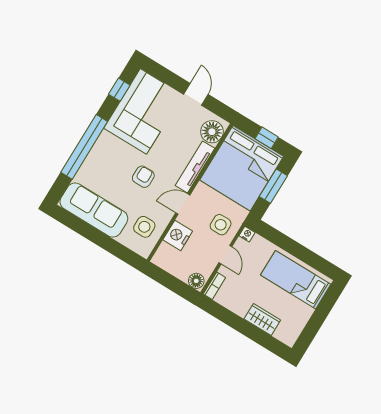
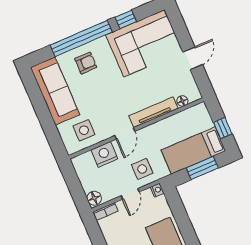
window: (119, 90) -> (126, 19), moved
floor lamp: (212, 132) -> (182, 101), width x0.53, depth x0.53
bed: (242, 168) -> (193, 151), width x0.49
armchair: (143, 177) -> (86, 63), moved
door: (183, 204) -> (125, 133), swing flipped

